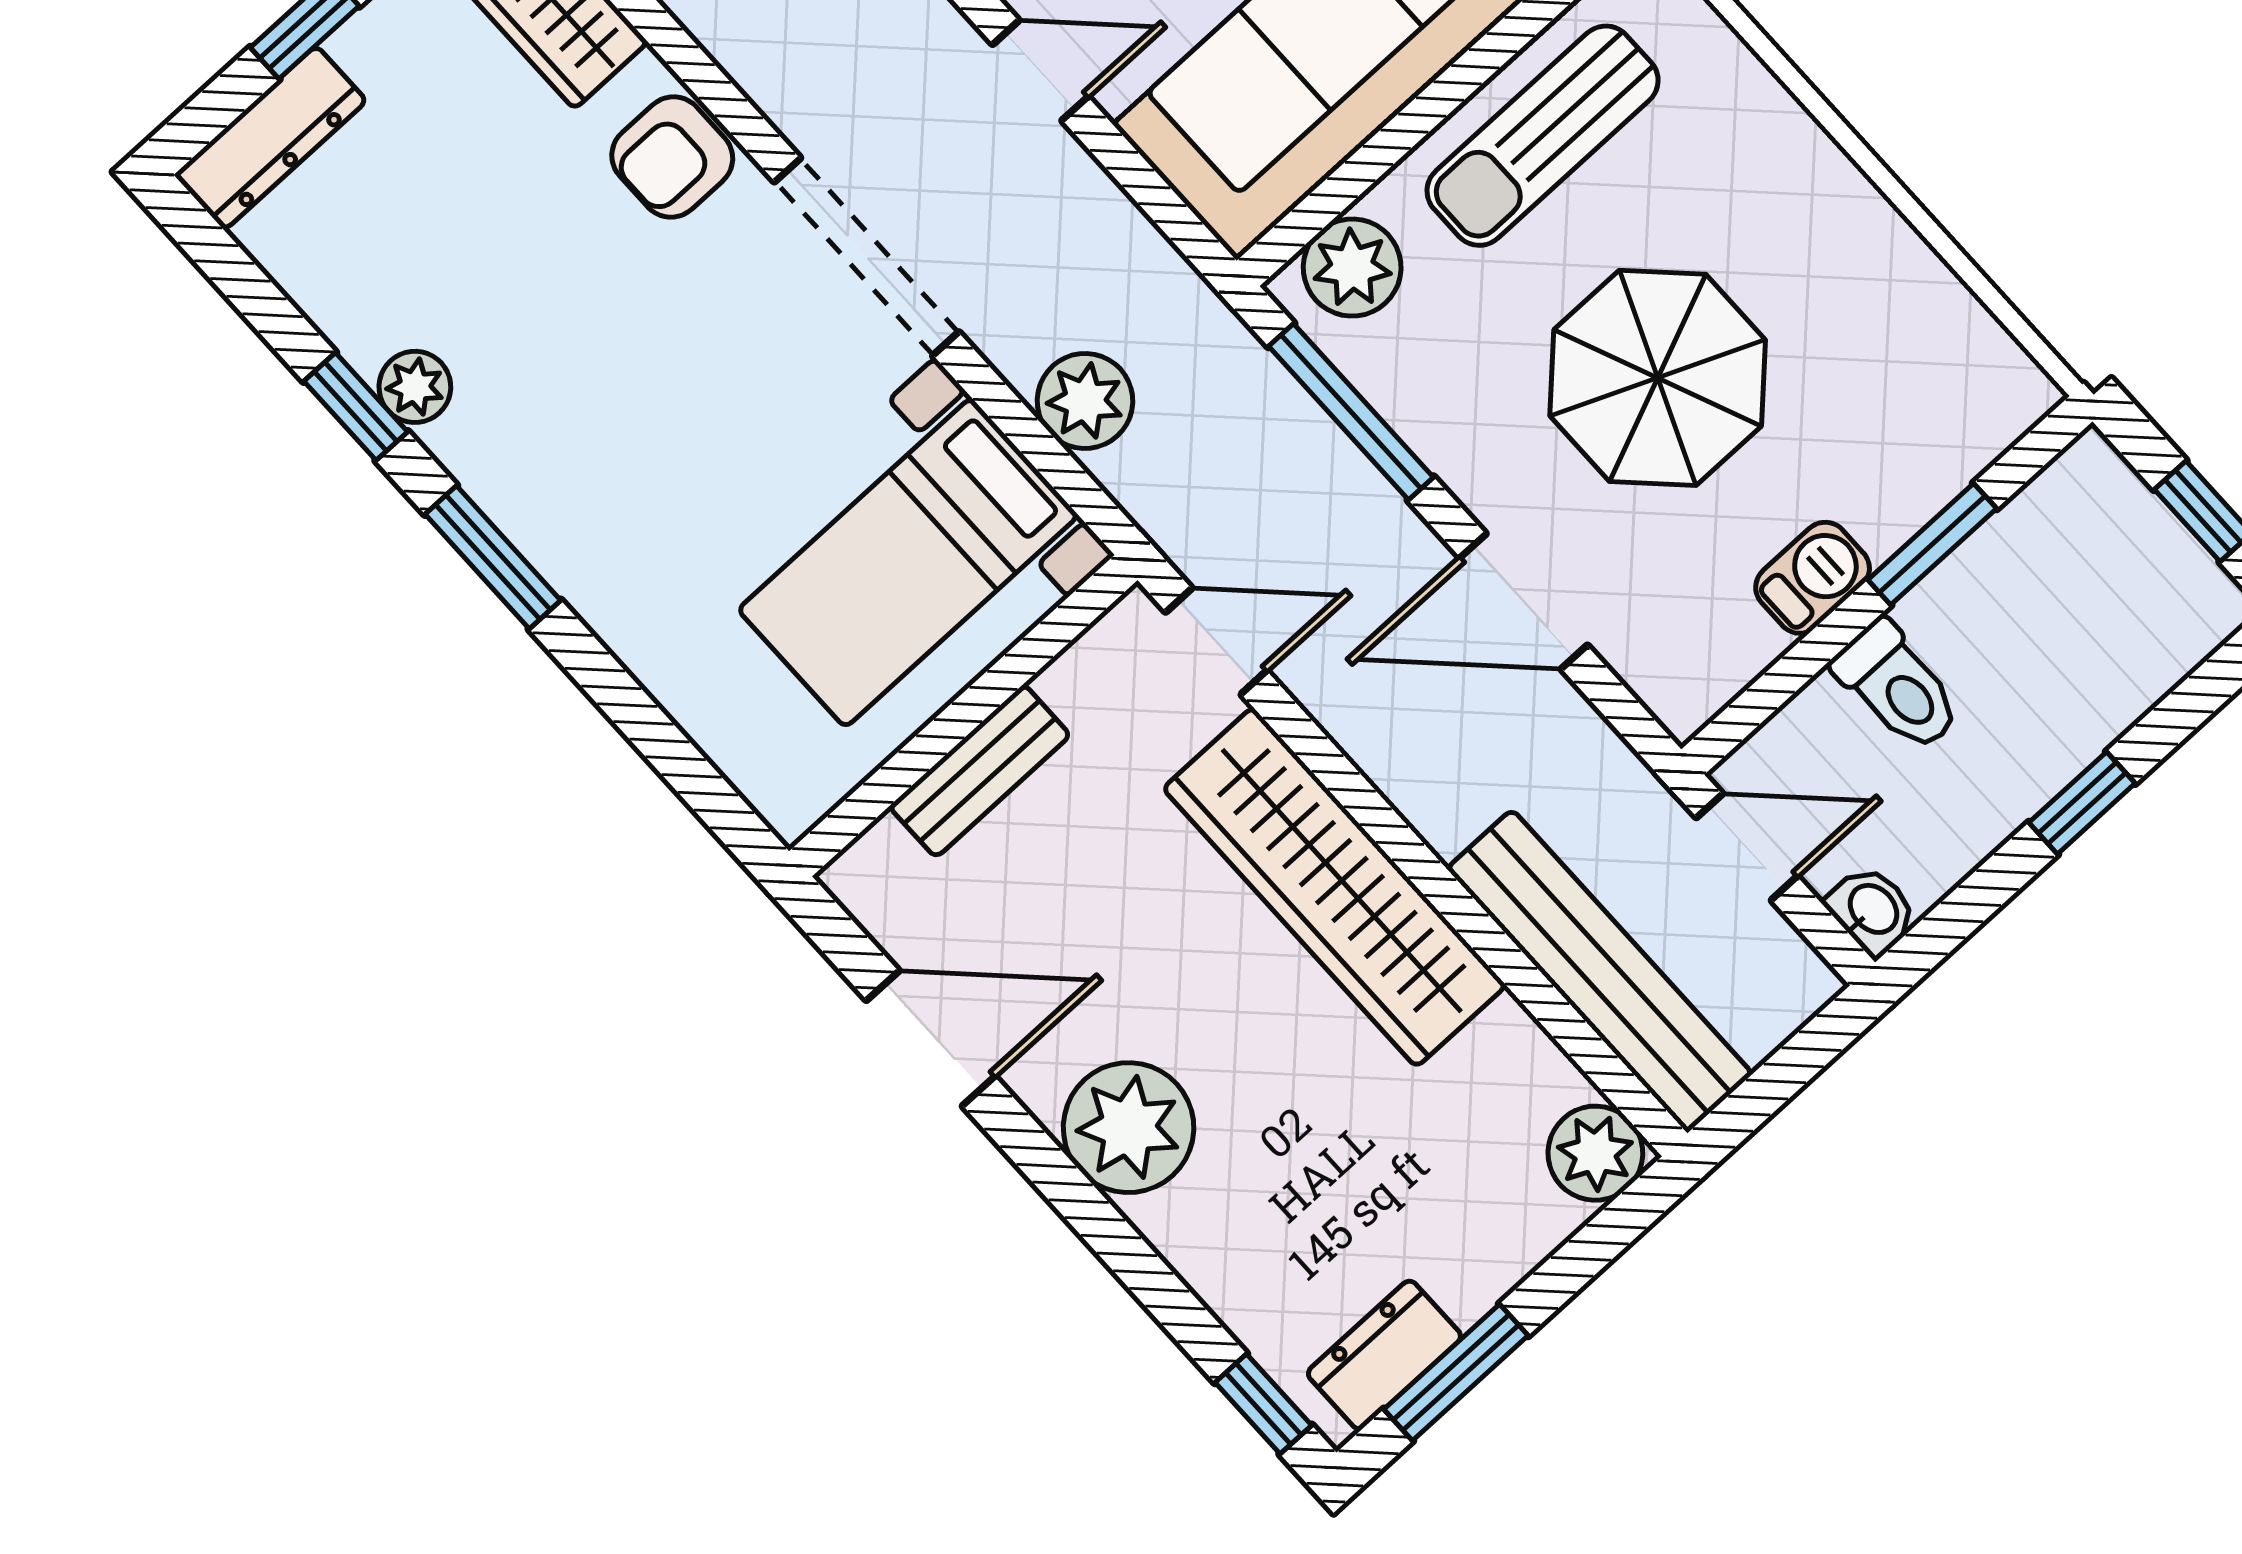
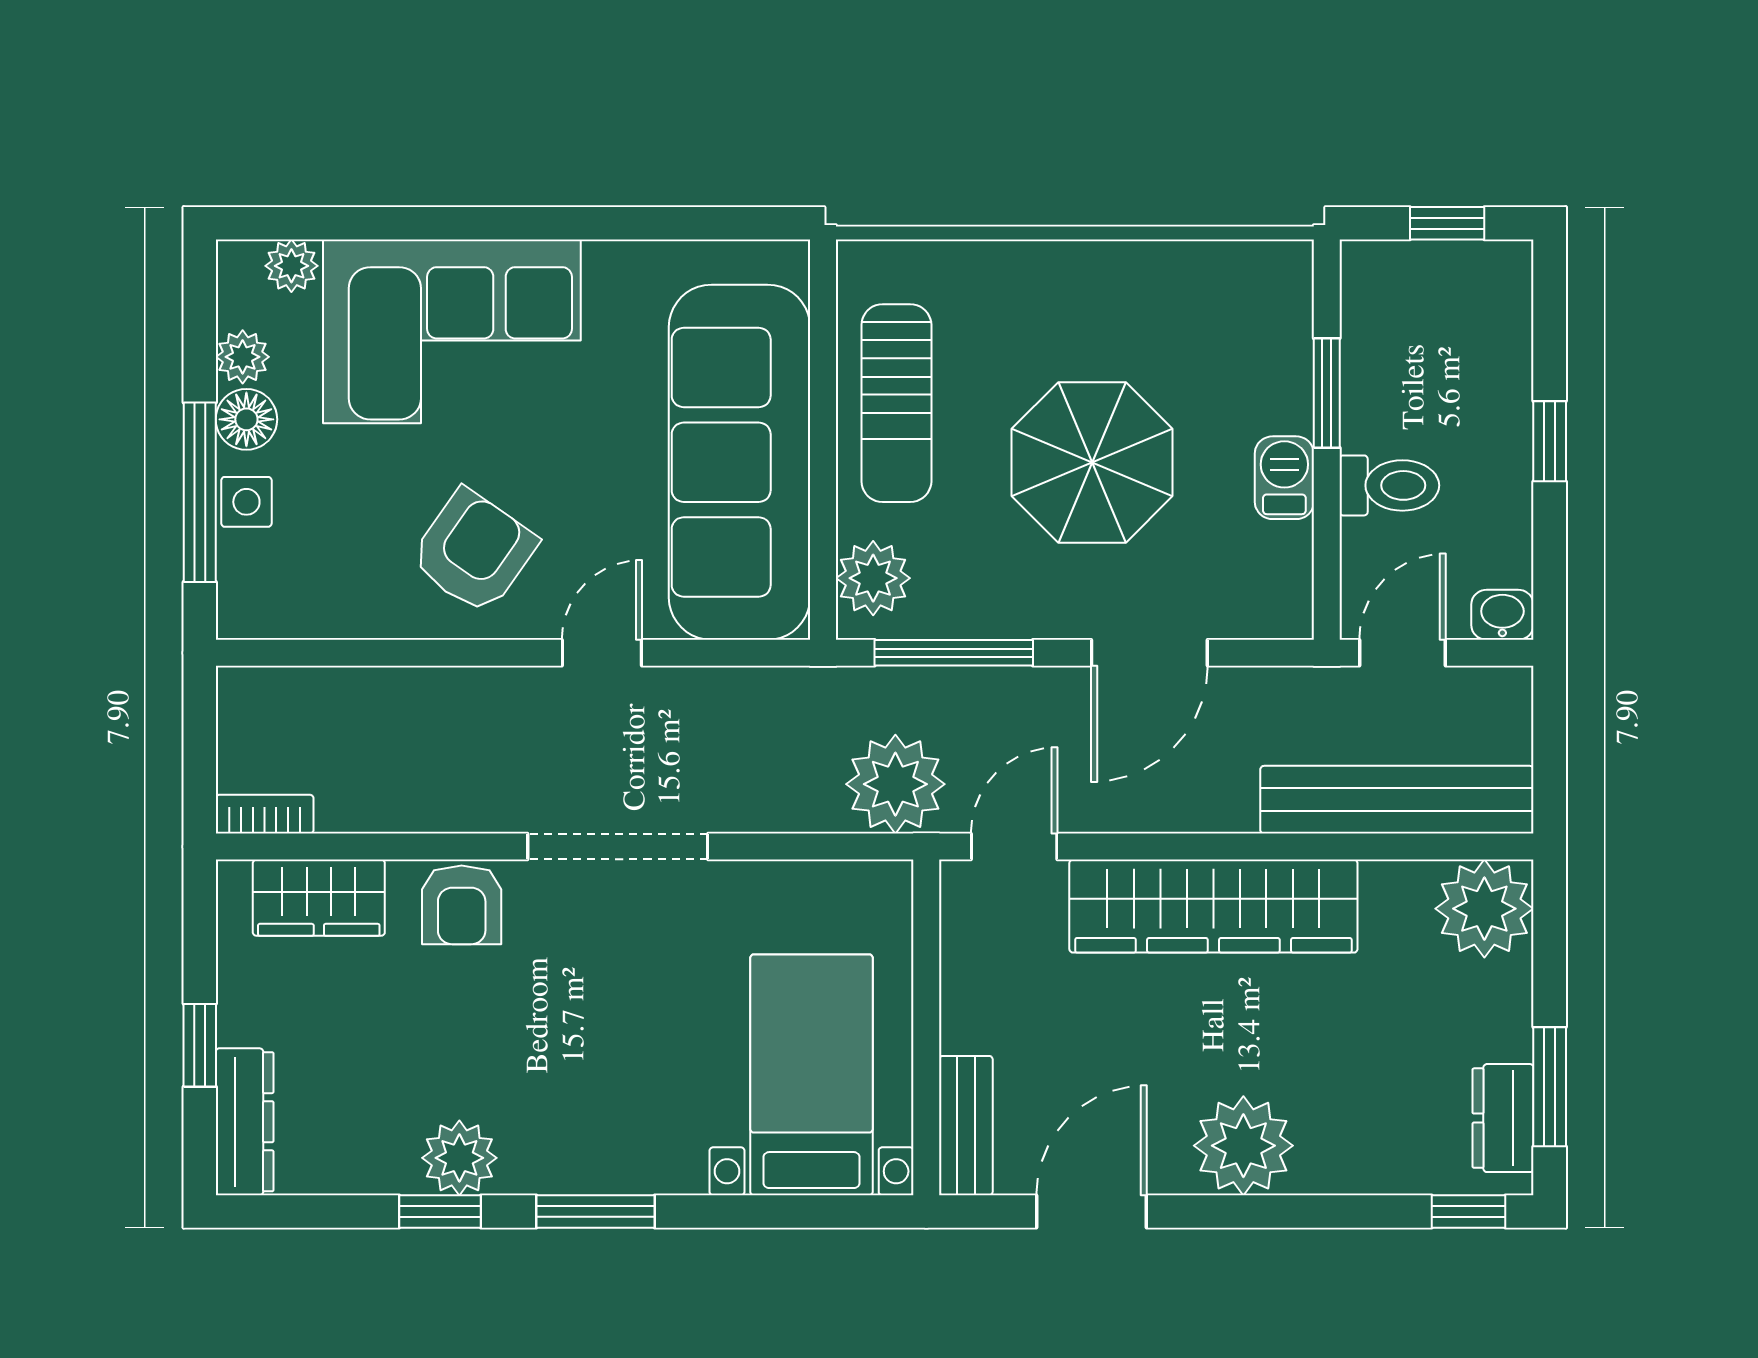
plant: (415, 387) -> (459, 1158), width x1.38, depth x1.38
plant: (1085, 401) -> (895, 784), moved, width x1.36, depth x1.36
bed with nightstands: (908, 563) -> (812, 1075), moved, turned 180
bench: (980, 771) -> (966, 1126), moved
plant: (1595, 1153) -> (1484, 909), width x1.36, depth x1.36

